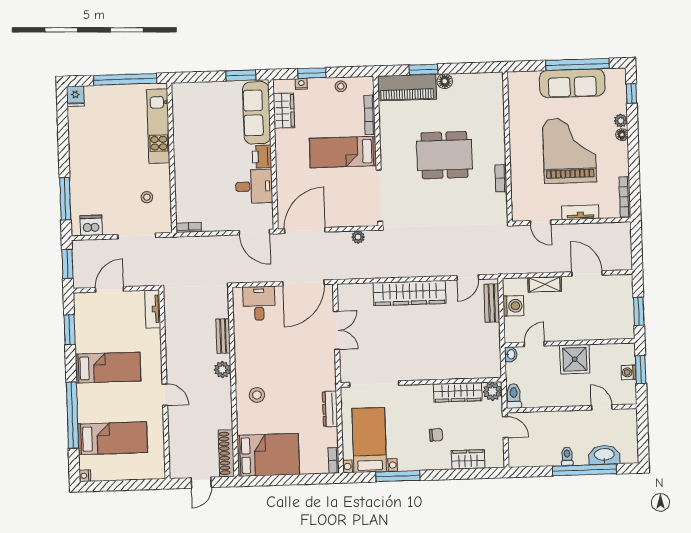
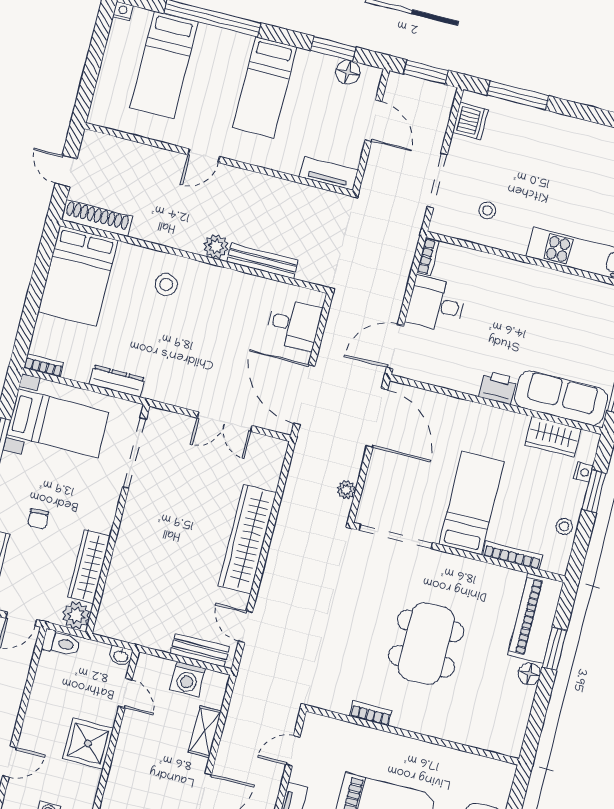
desk: (254, 186) -> (436, 305), moved, turned 90
floor lamp: (82, 316) -> (348, 72), added
bench: (223, 336) -> (262, 261), width x1.36

